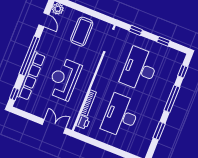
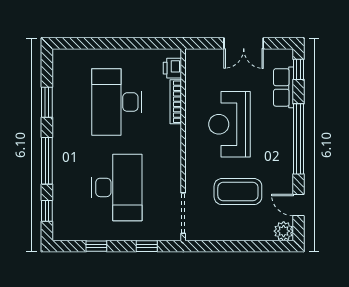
coffee table: (82, 32) -> (238, 192), moved, turned 90
row of seats: (31, 76) -> (283, 87), width x0.50
reception desk: (64, 79) -> (229, 124), turned 180
desk: (121, 116) -> (117, 102), turned 180
double door: (54, 126) -> (244, 43), moved

